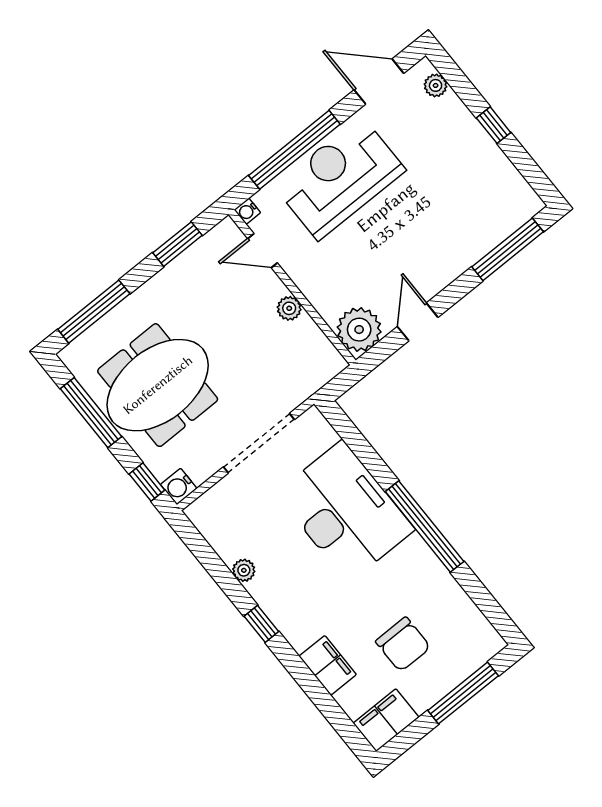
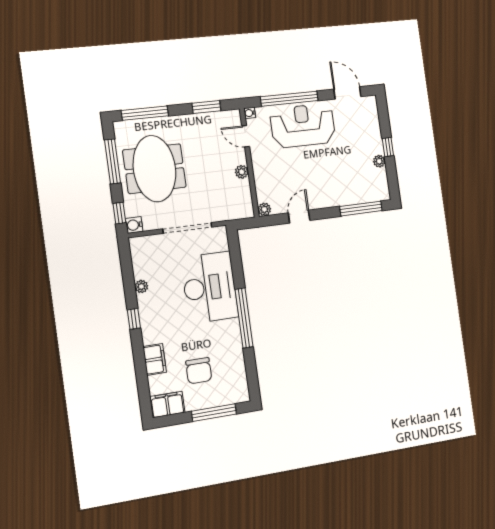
plant: (436, 85) -> (379, 161), moved
plant: (359, 330) -> (264, 209), width x0.53, depth x0.53
meeting table: (158, 385) -> (154, 169), turned 90

